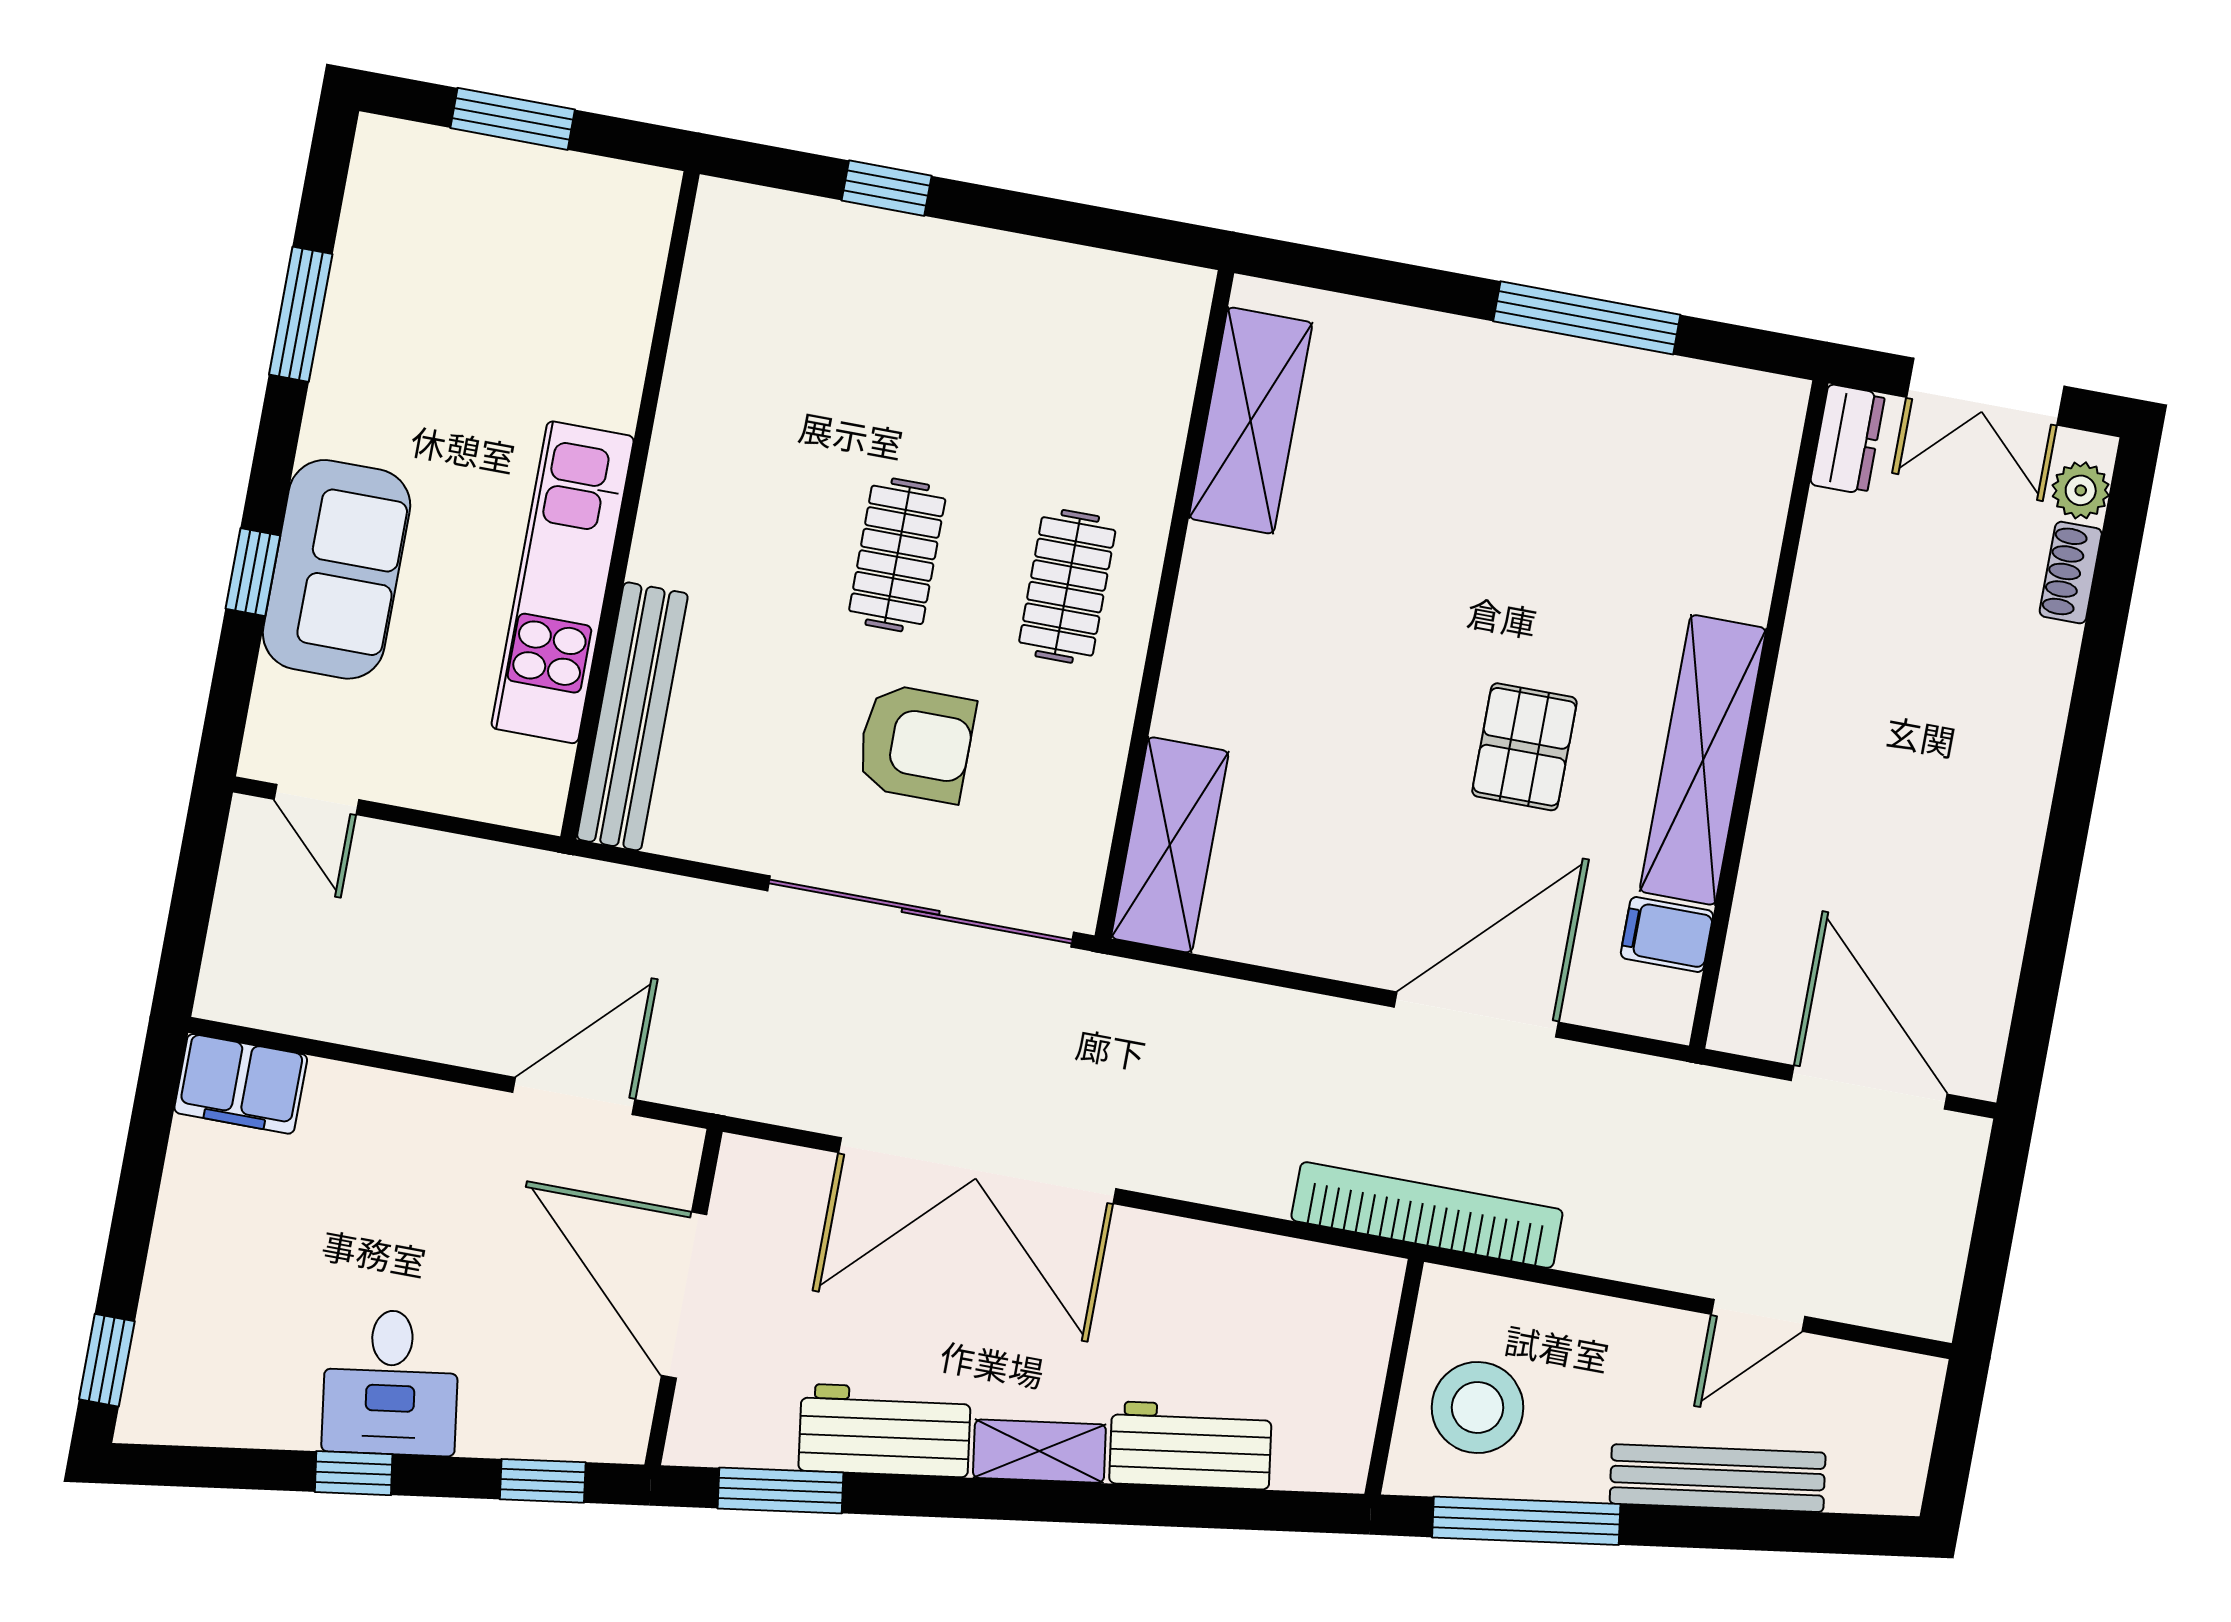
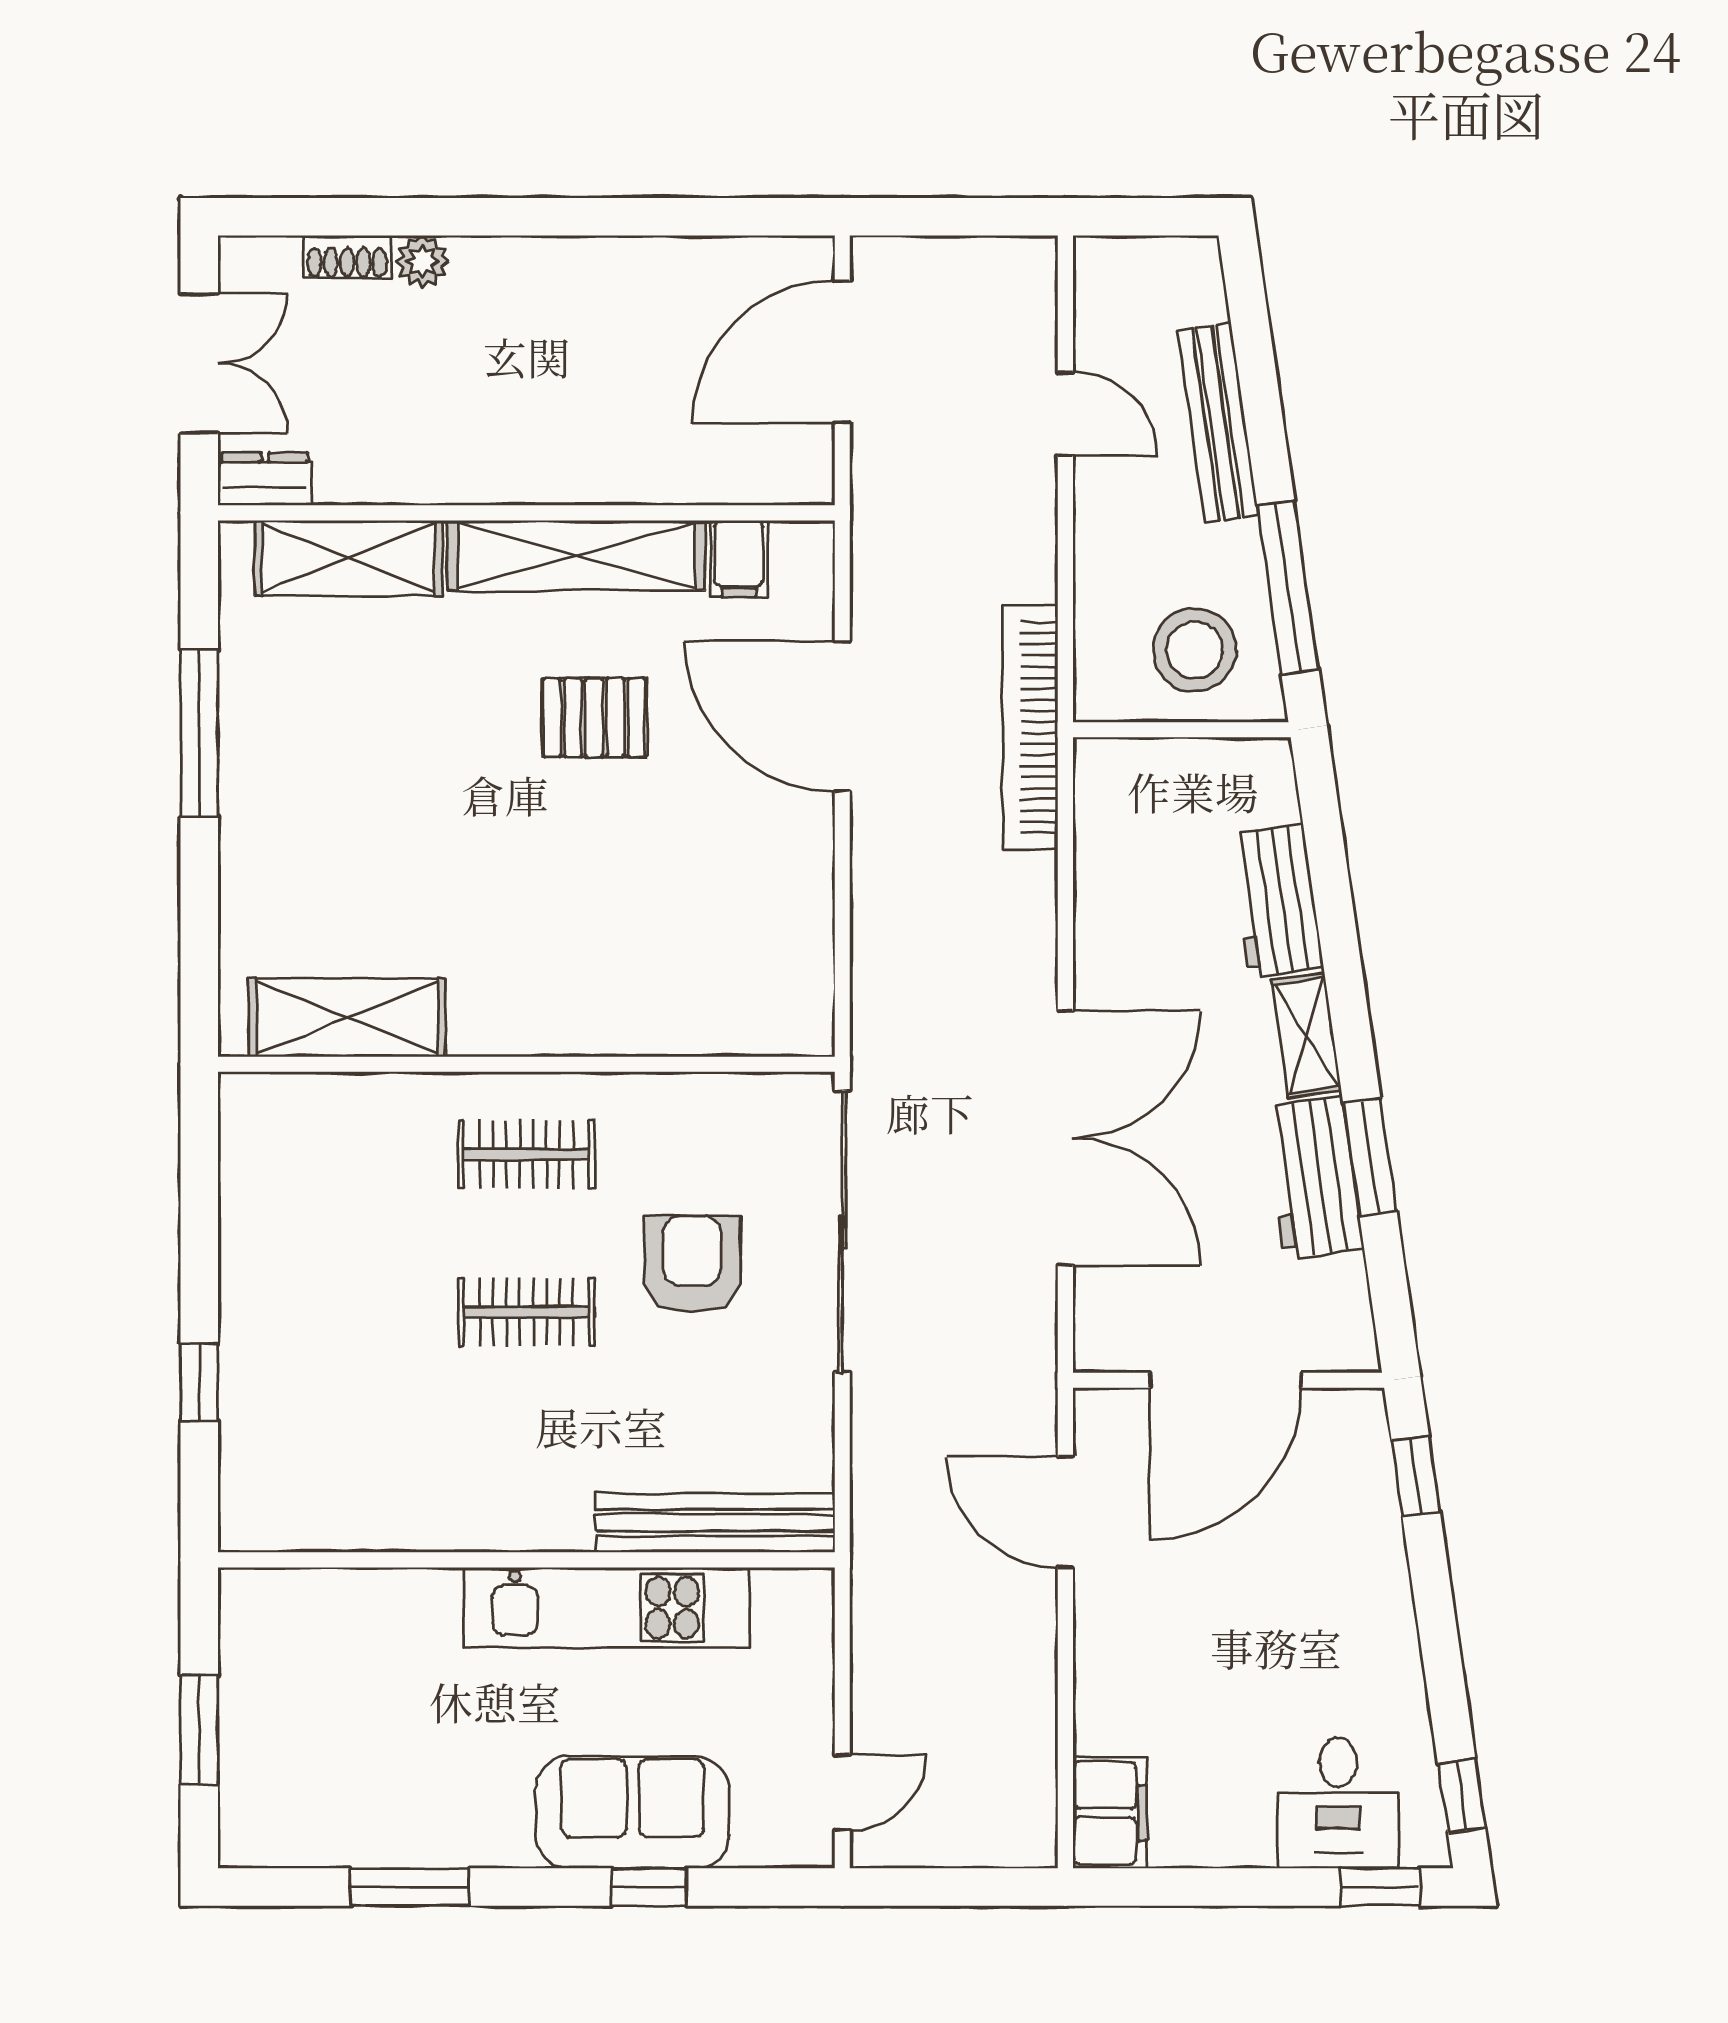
plant: (2081, 490) -> (422, 261), moved
shelving: (1170, 845) -> (349, 558), moved
desk: (391, 1382) -> (1338, 1803), moved, turned 98
window: (354, 1473) -> (1462, 1796), moved
window: (781, 1490) -> (1370, 1157), moved

